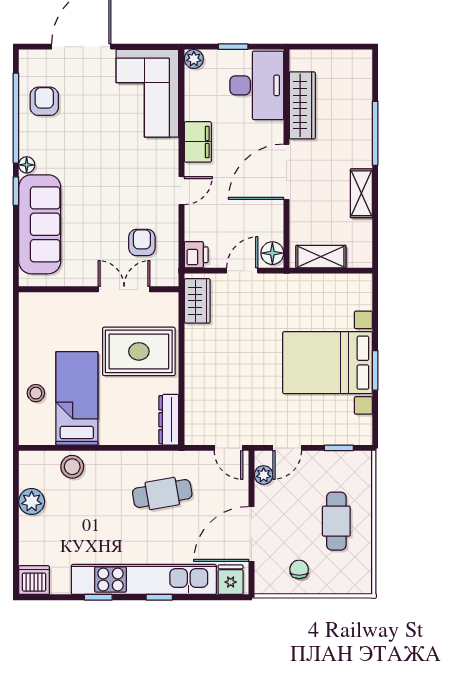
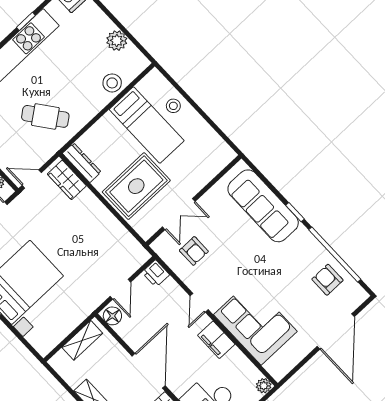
corner sofa: (147, 93) -> (255, 323), moved
armchair: (44, 101) -> (327, 280), turned 180
floor lamp: (27, 165) -> (303, 233), removed
wardrobe: (197, 301) -> (67, 180), moved
cafe table: (162, 493) -> (45, 116), turned 63

